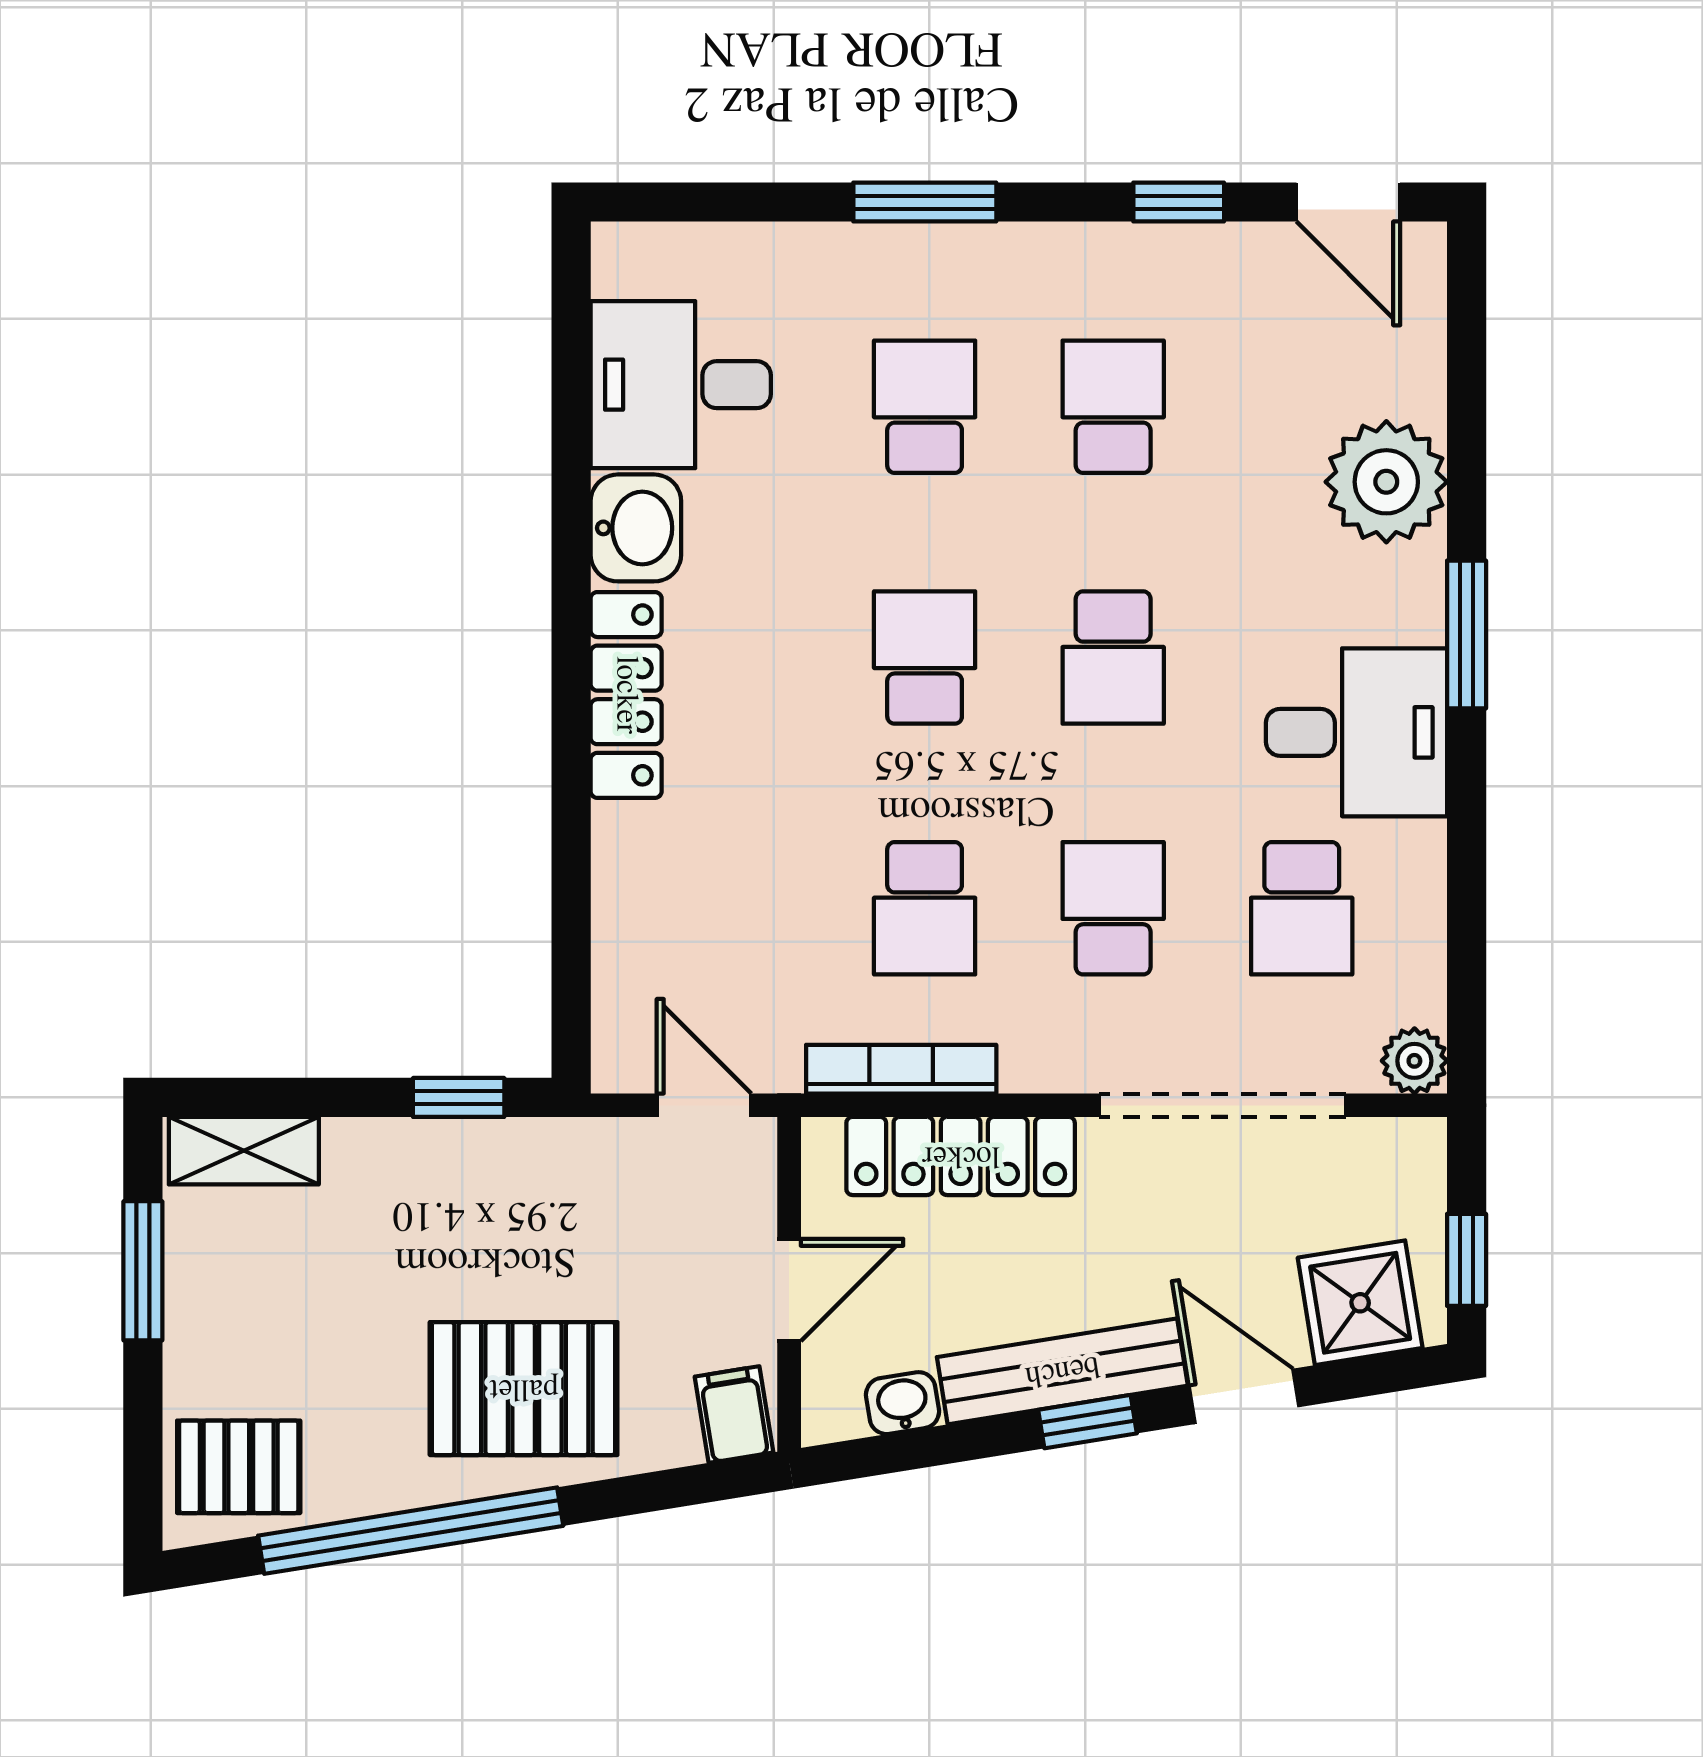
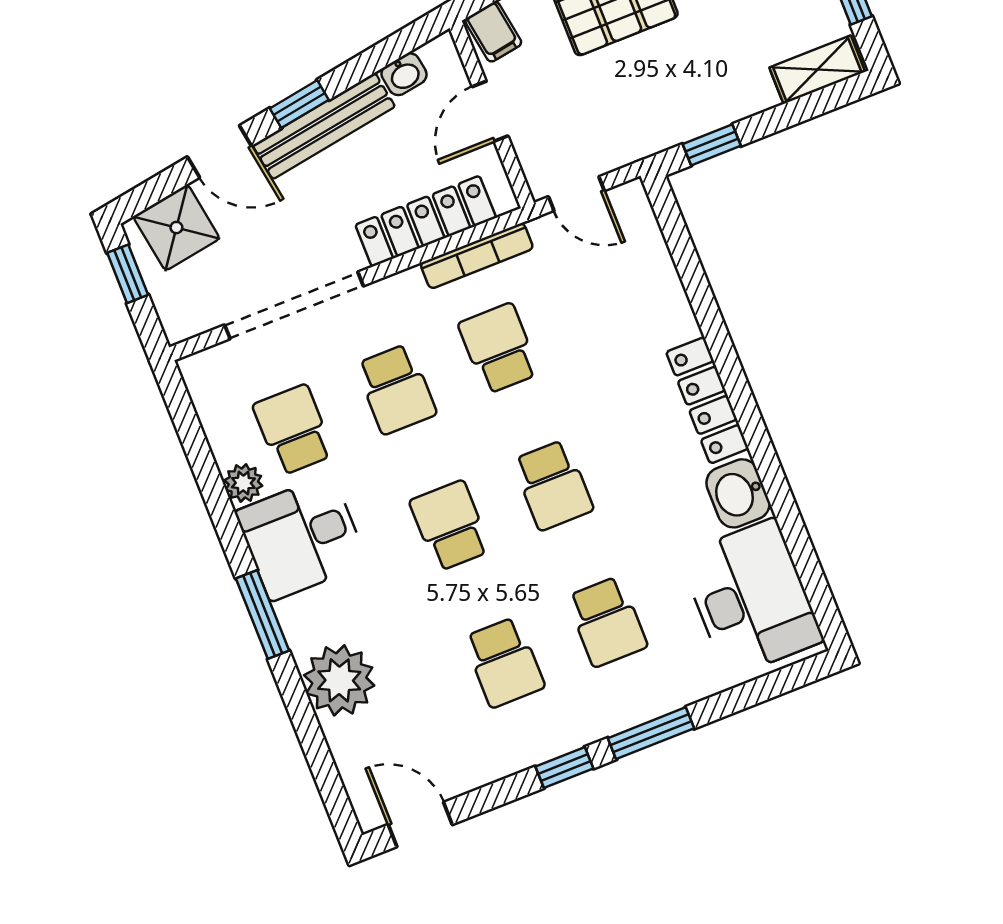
window: (1179, 202) -> (564, 767), moved
desk: (681, 385) -> (751, 598), width x1.37
plant: (1414, 1061) -> (243, 483), moved

